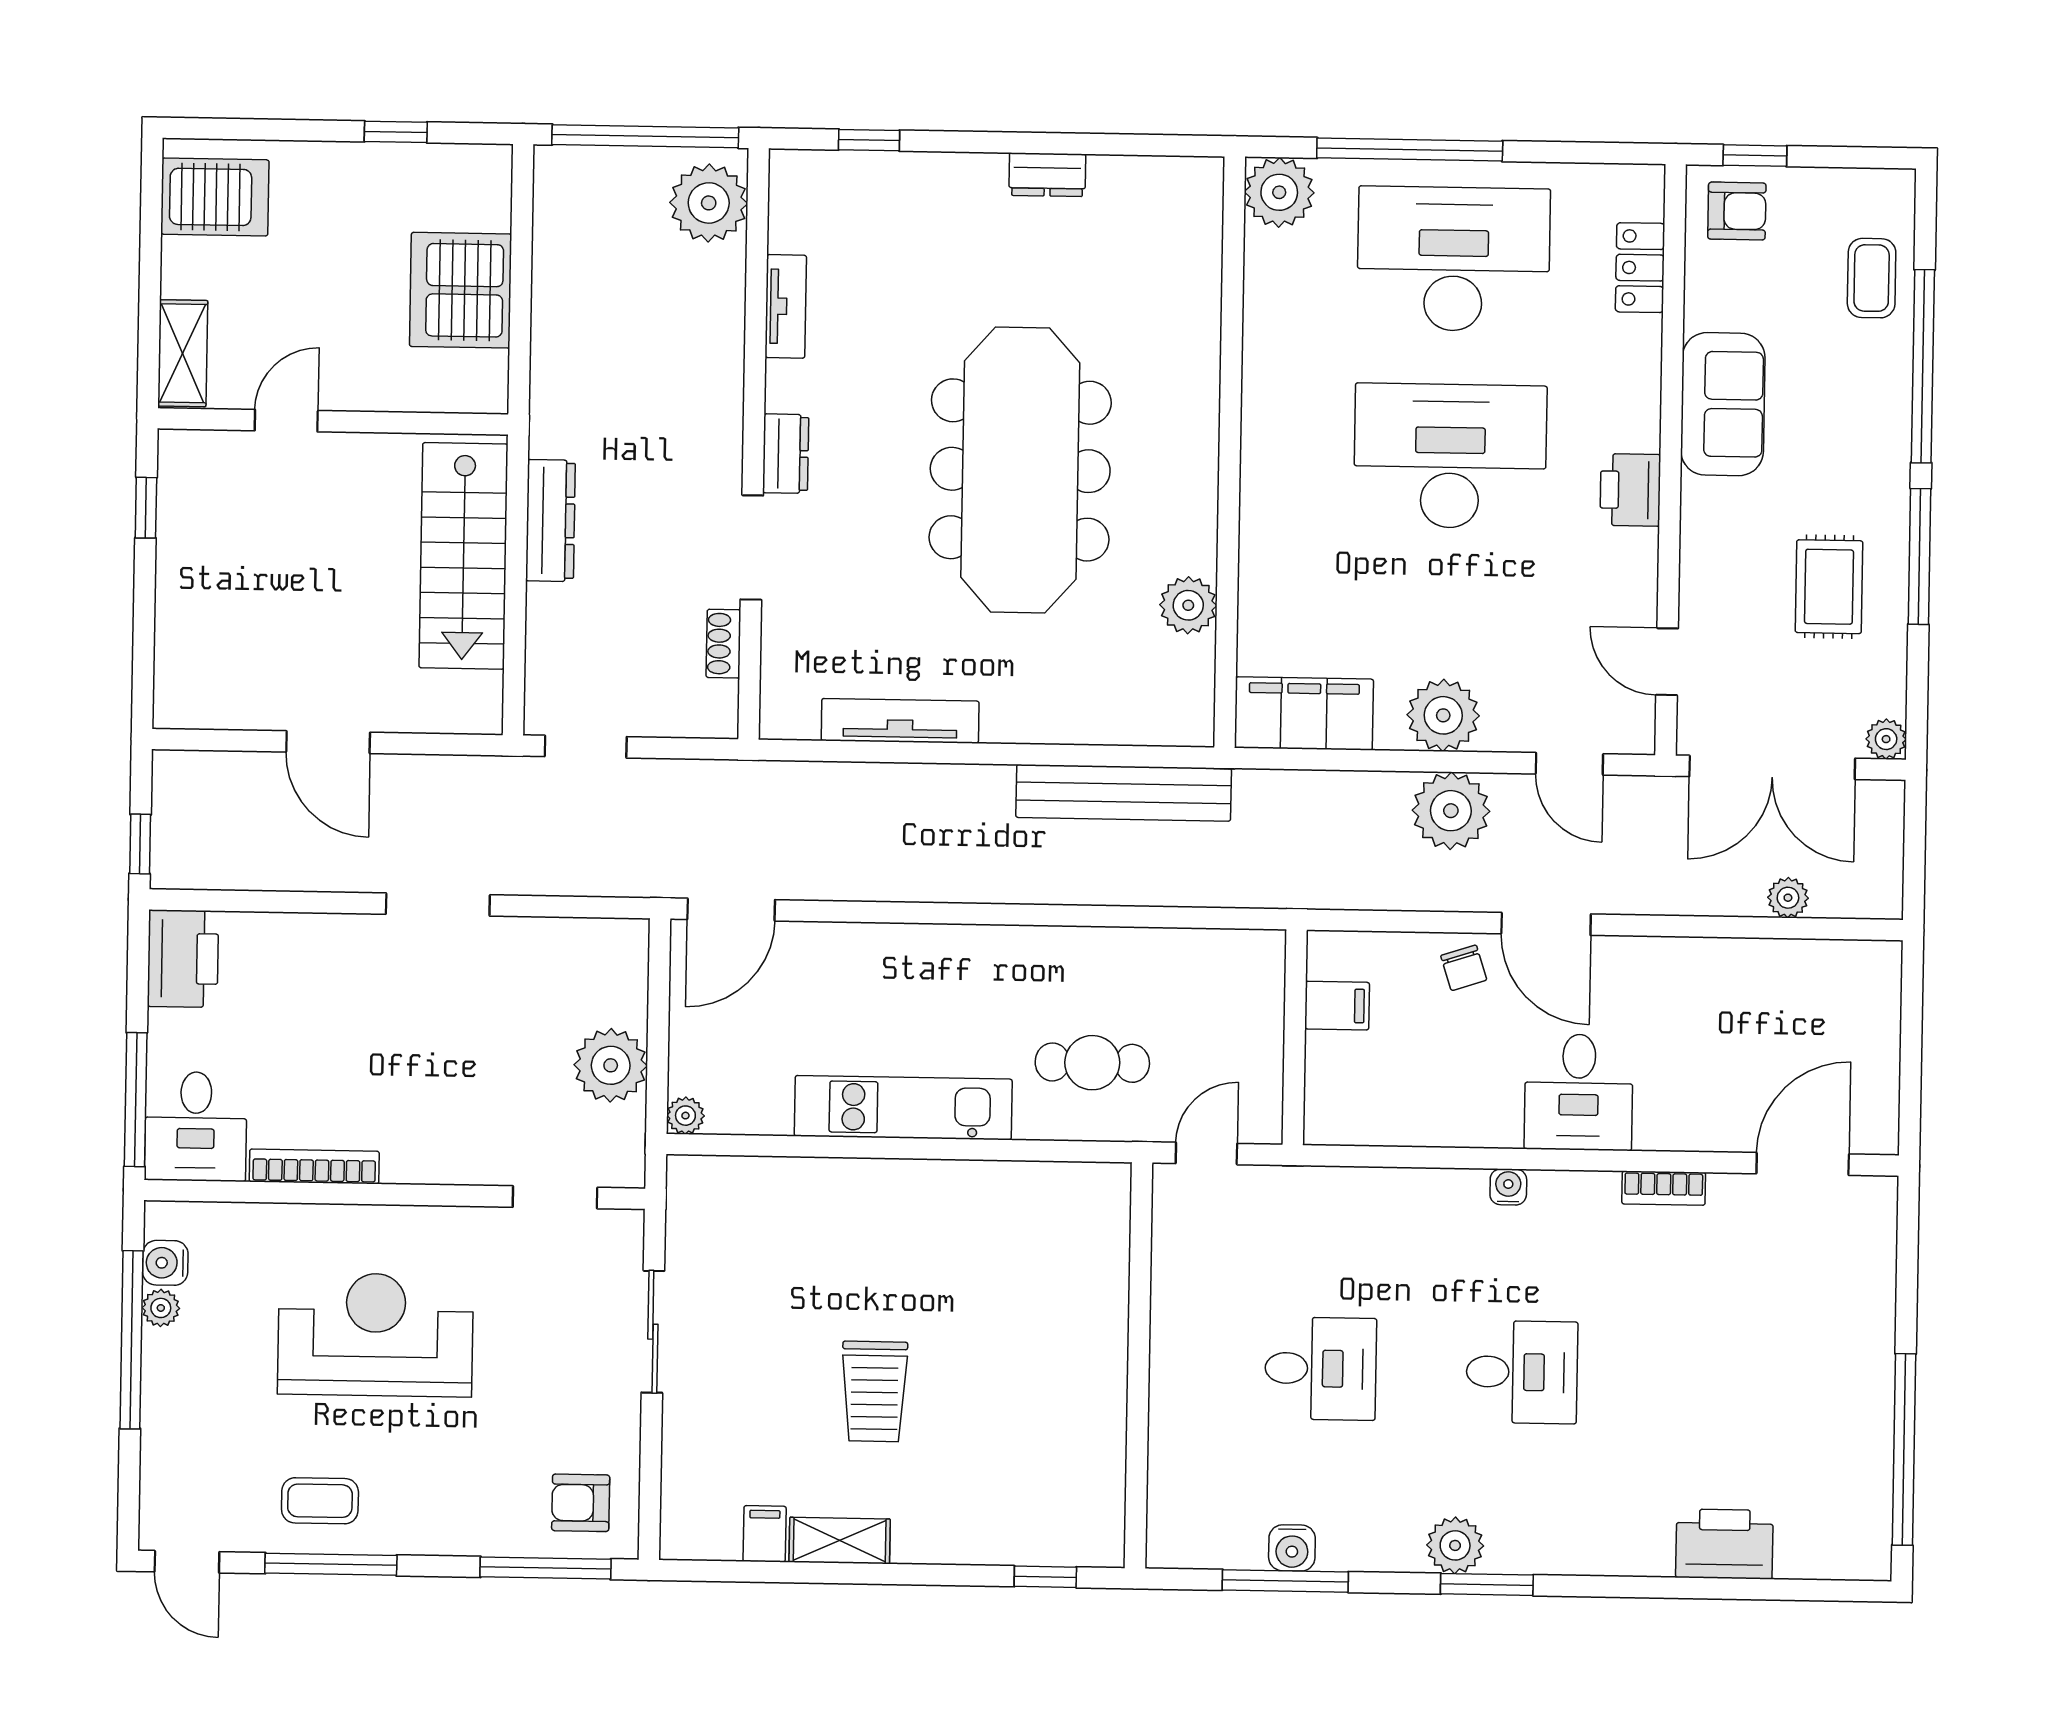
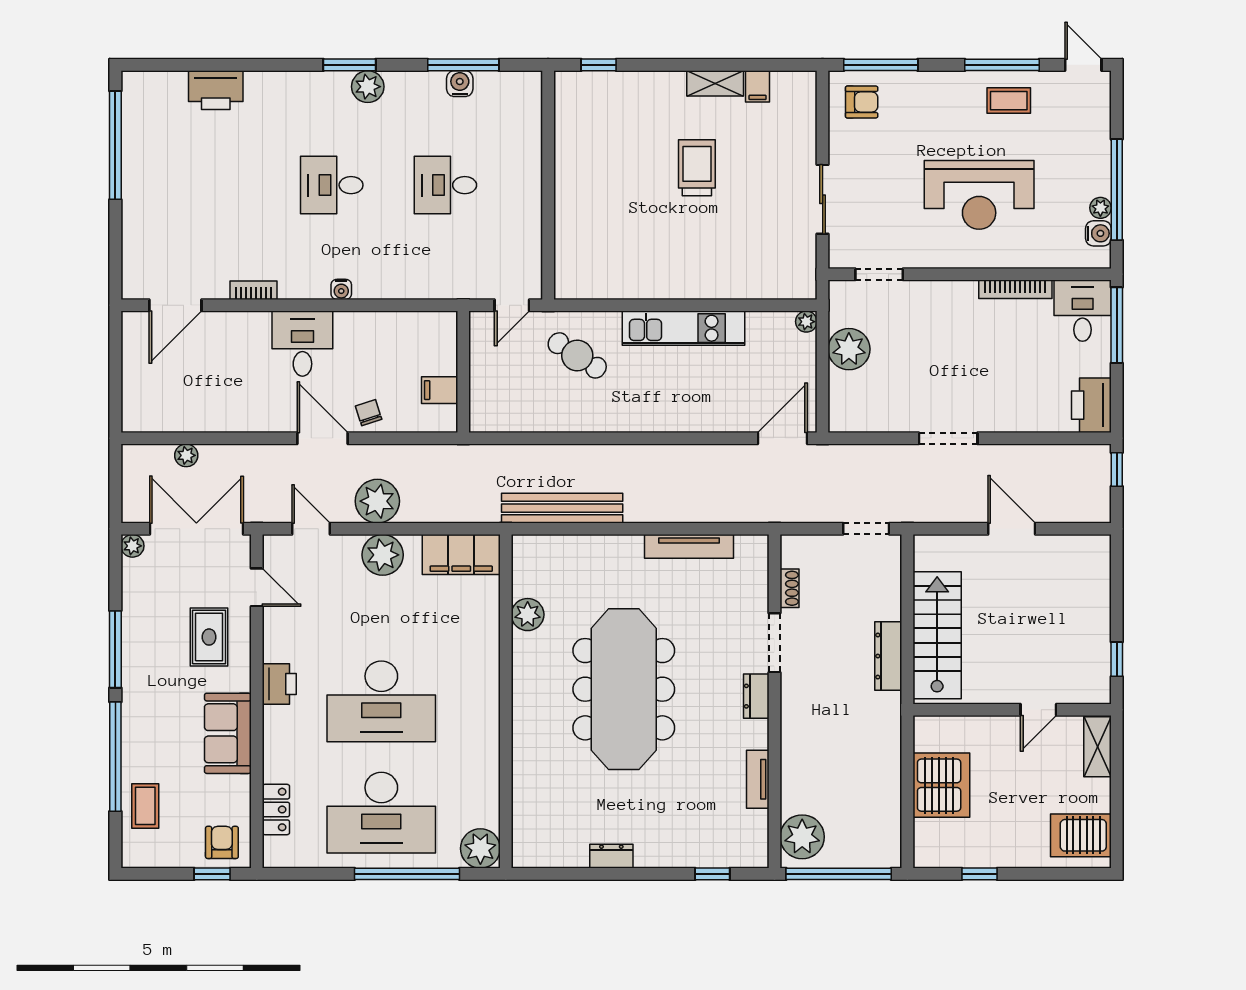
armchair: (1737, 211) -> (222, 842), turned 90
rug: (1829, 587) -> (209, 637), moved
cafe table: (1092, 1063) -> (577, 355), turned 33

